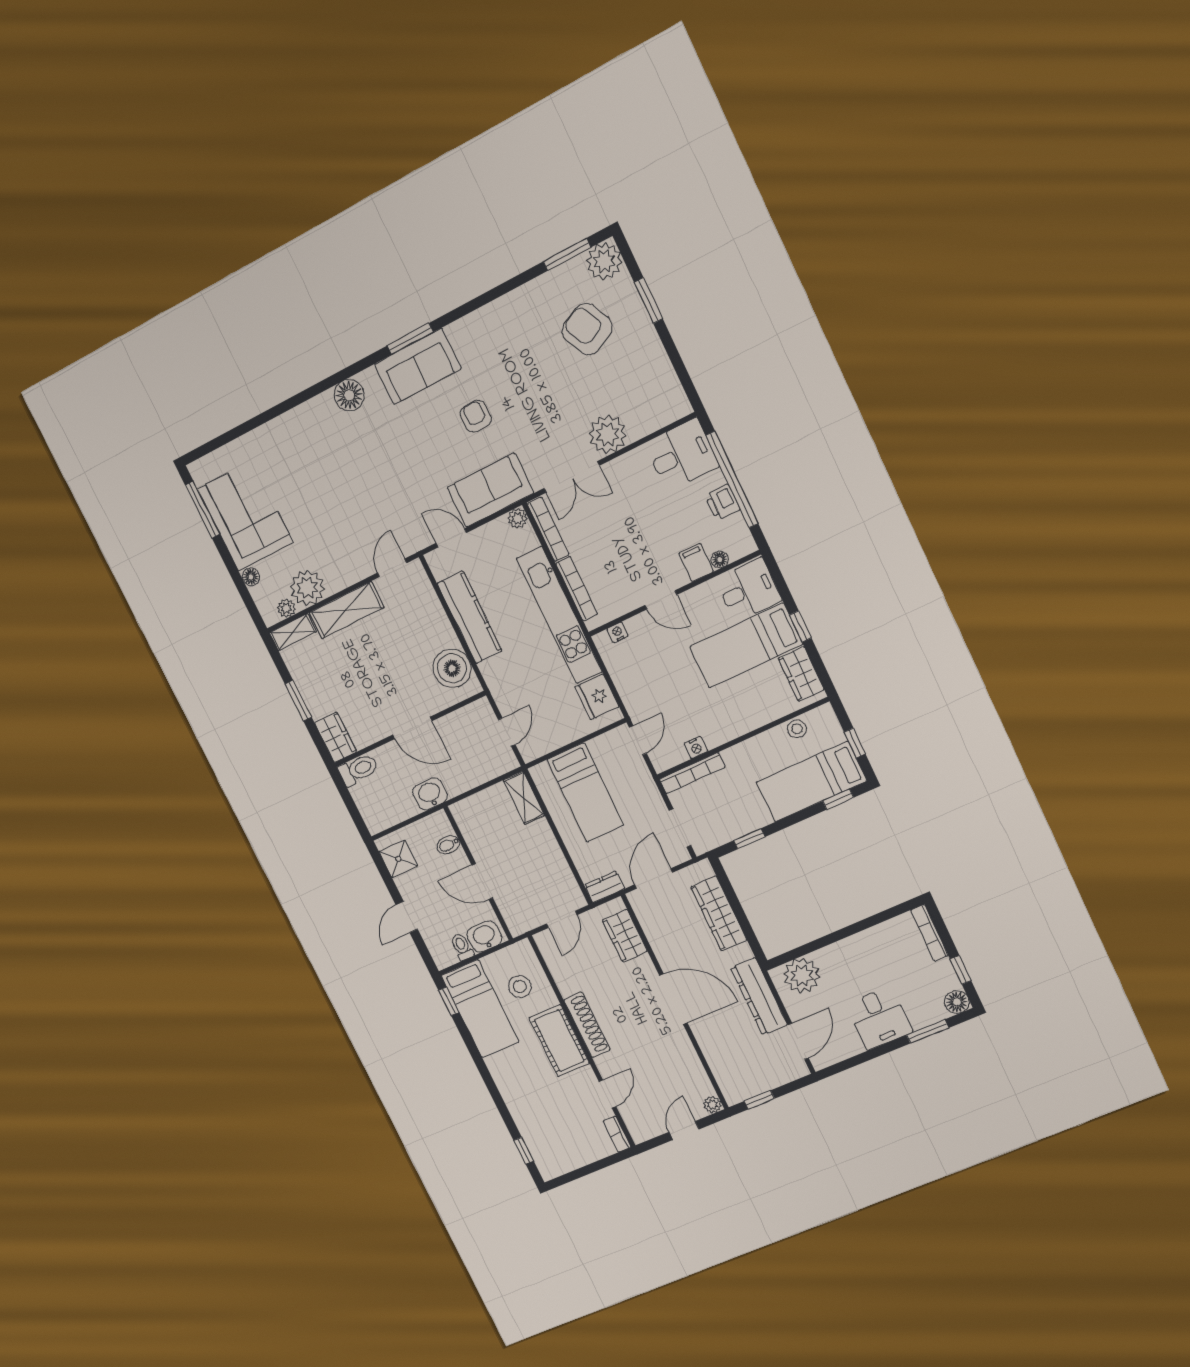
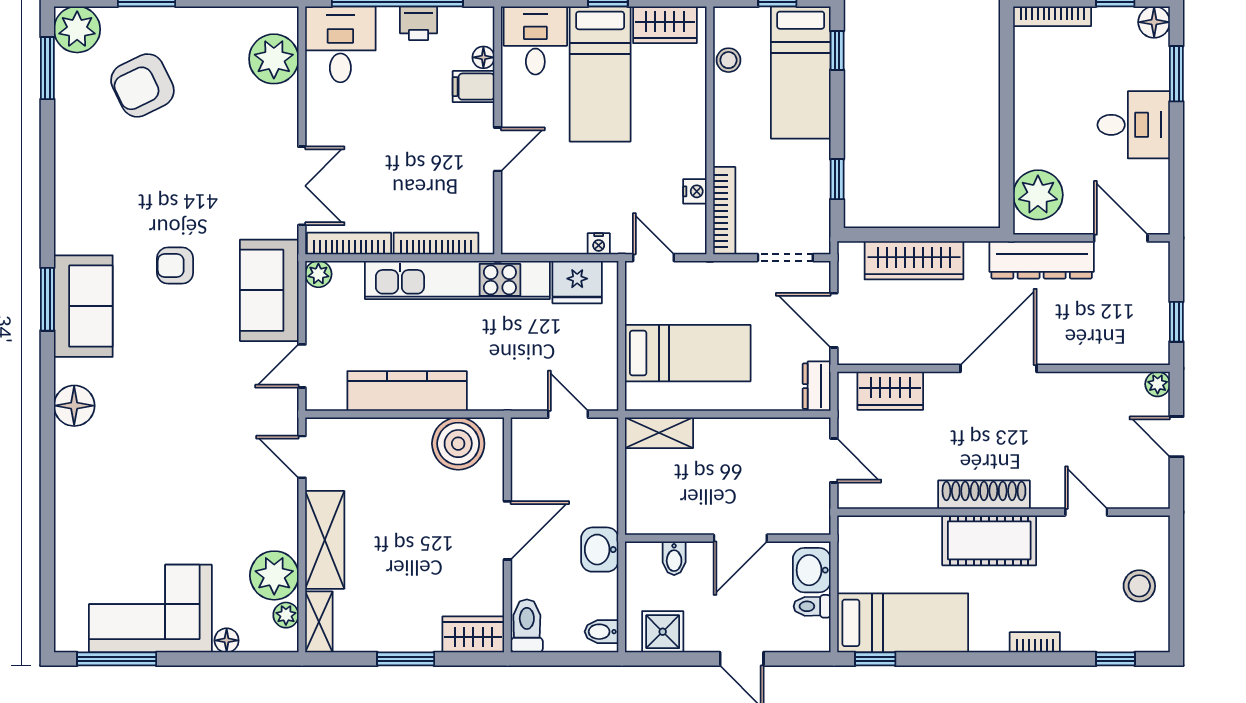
plant: (608, 434) -> (274, 59), moved
nightstand: (618, 632) -> (599, 244), moved, turned -90
bidet: (379, 820) -> (602, 632), added
stool: (520, 987) -> (1139, 586), moved
bookcase: (617, 1134) -> (1035, 642), moved, turned 180

